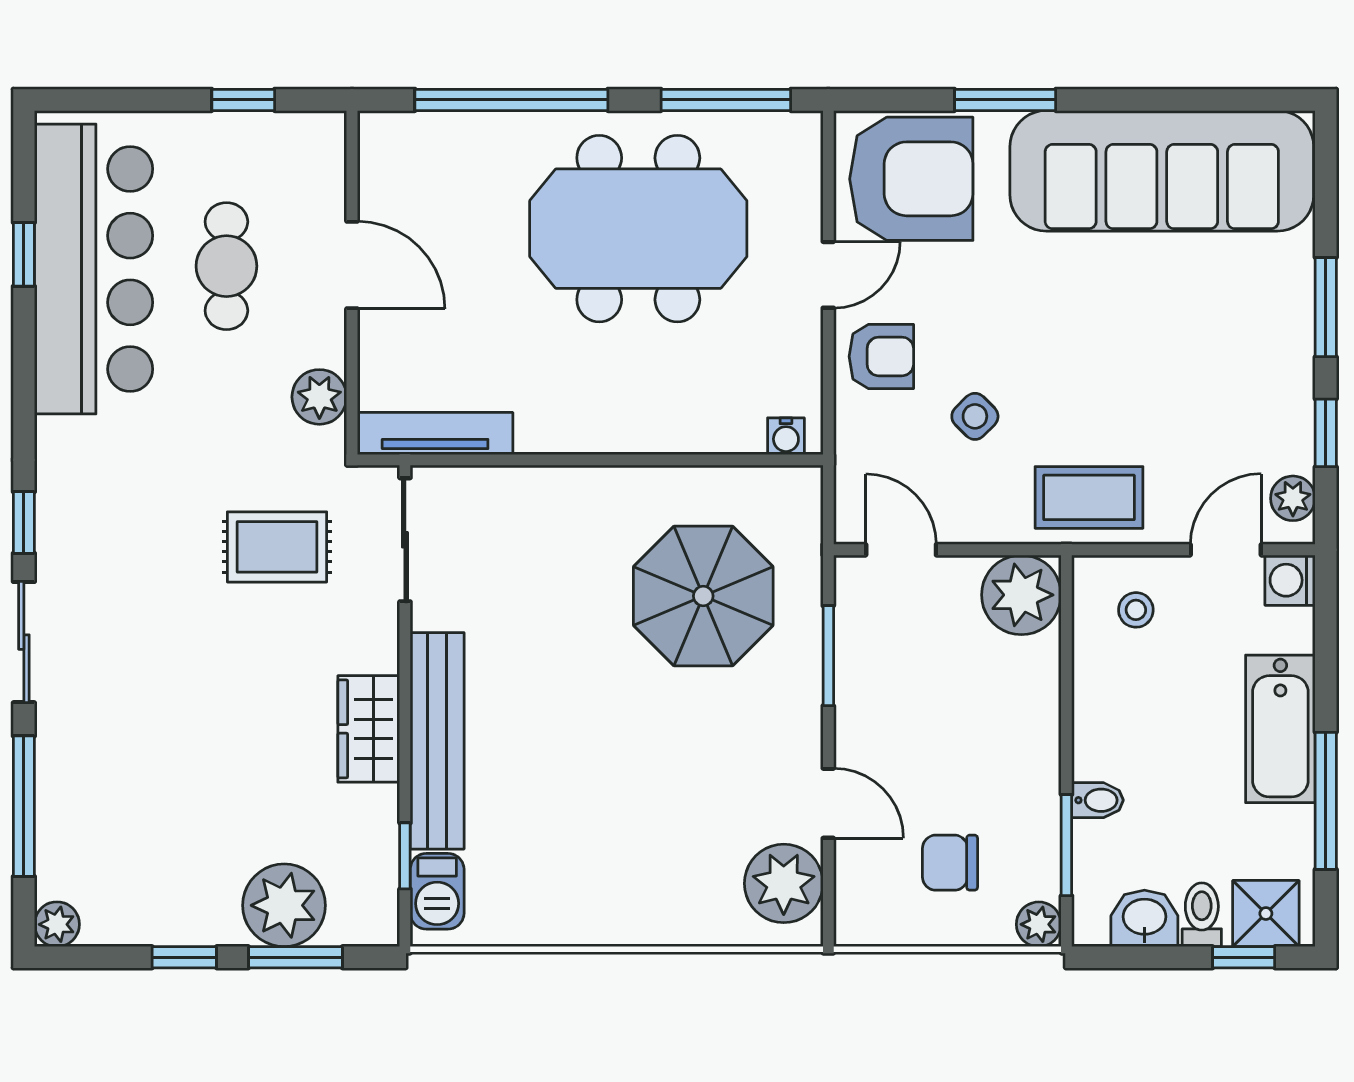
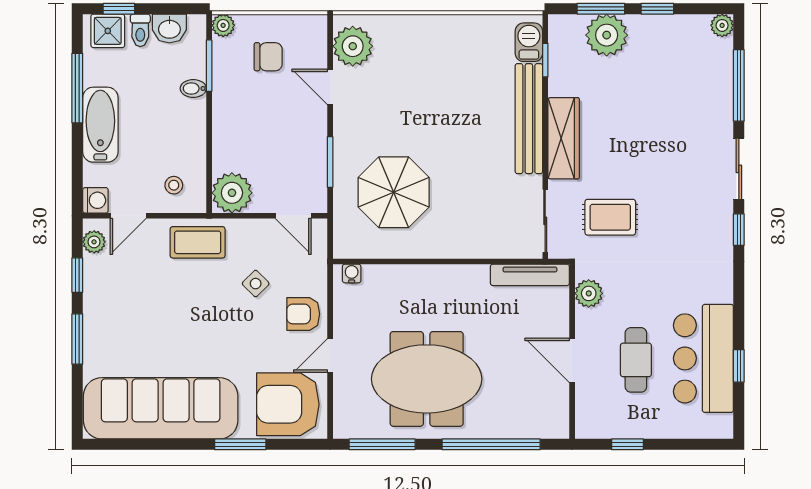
bar counter: (94, 269) -> (703, 358), width x0.73
wardrobe: (369, 729) -> (564, 138), width x1.50

